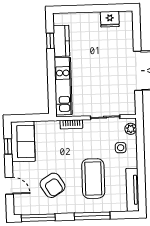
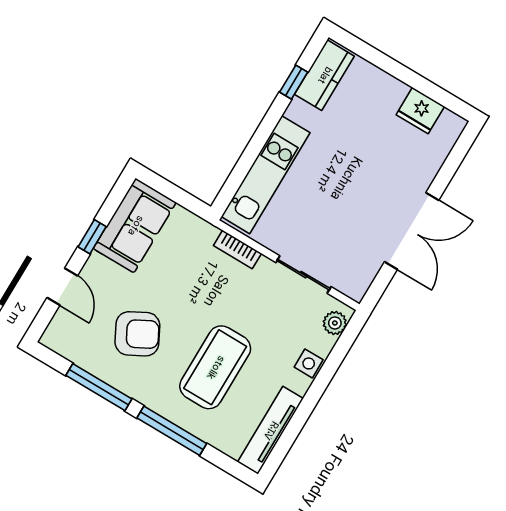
kitchen counter: (61, 41) -> (324, 75), moved
window: (8, 146) -> (92, 237), moved
side table: (121, 148) -> (309, 363), moved
armchair: (52, 185) -> (137, 334), turned -86
window: (38, 218) -> (99, 387), moved

